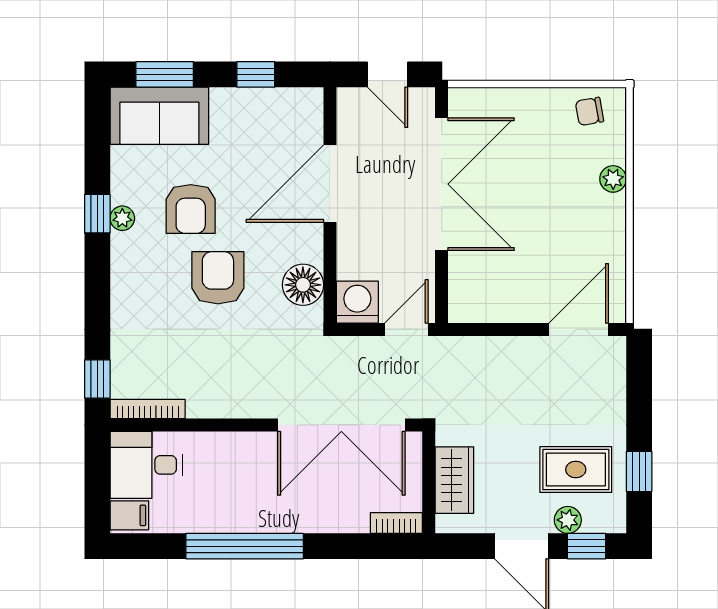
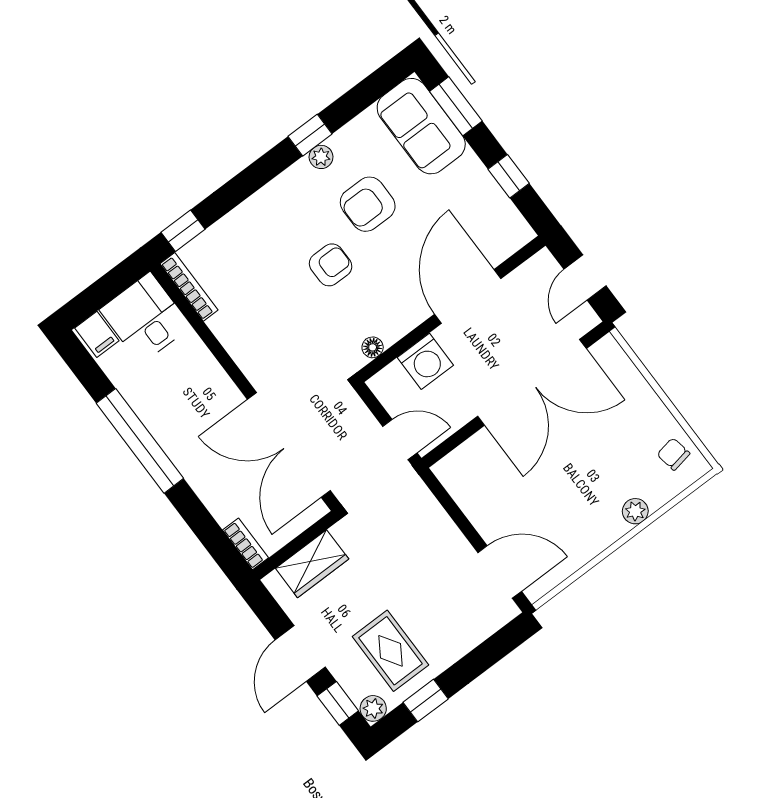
door: (330, 184) -> (468, 296), hinge flipped
armchair: (218, 278) -> (331, 265), width x0.72, depth x0.72
floor lamp: (303, 285) -> (373, 347), width x0.53, depth x0.53
washing machine: (357, 302) -> (425, 361), moved, turned 90
plant: (568, 520) -> (373, 708), moved

